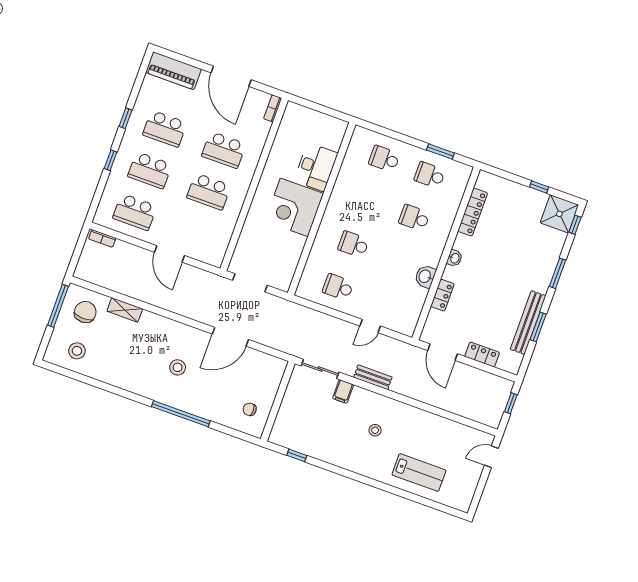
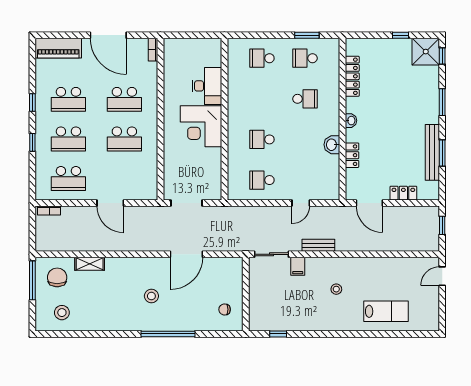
school desk: (414, 218) -> (305, 99), turned 180

